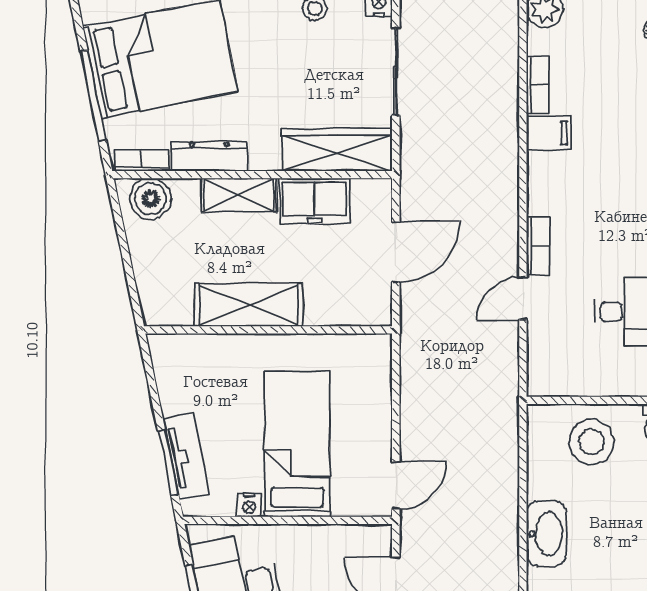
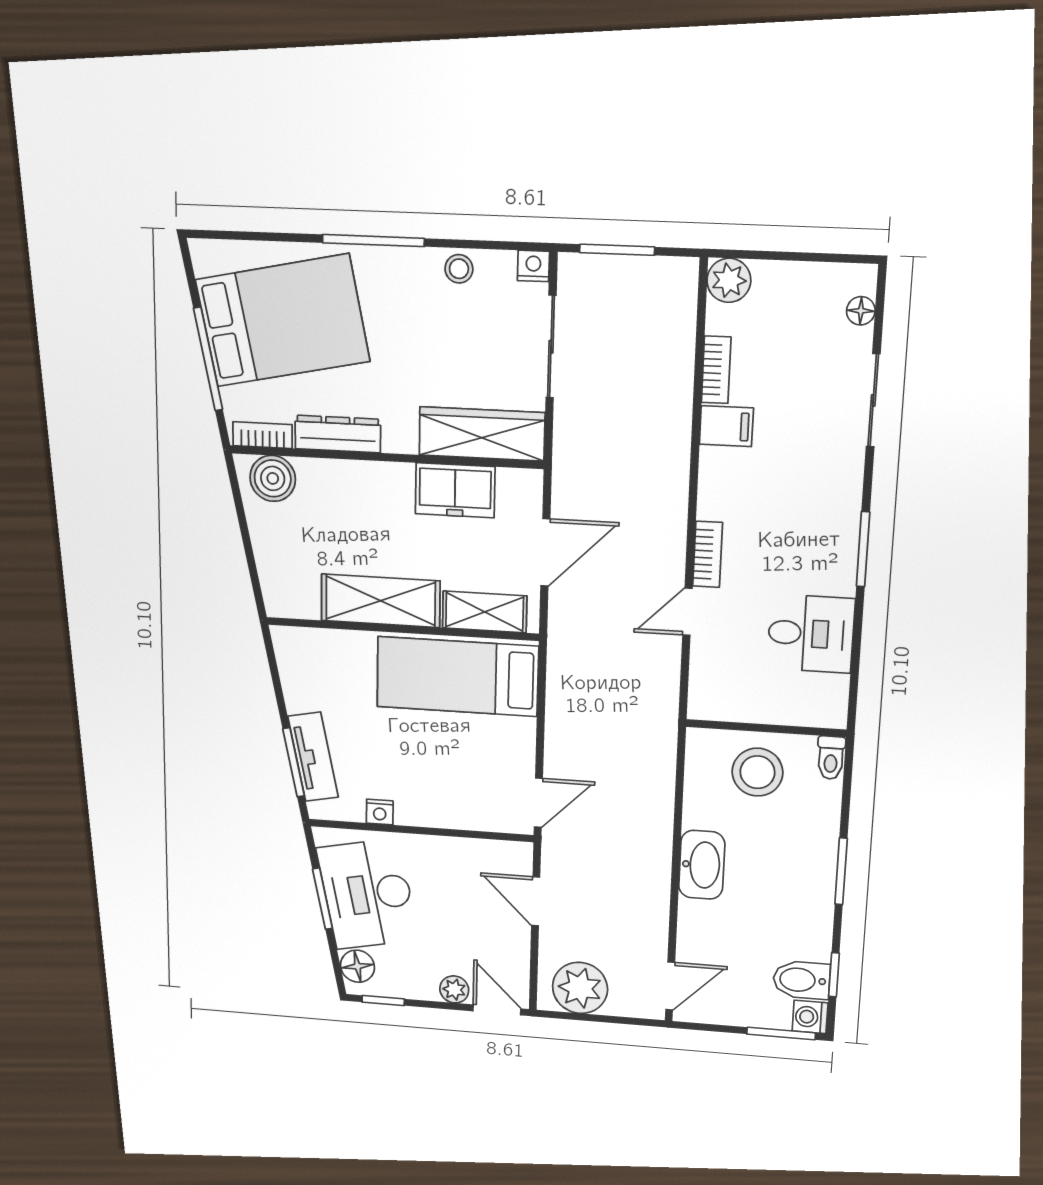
shelving: (239, 195) -> (485, 612), moved
bed: (297, 444) -> (457, 677), moved, turned -90

